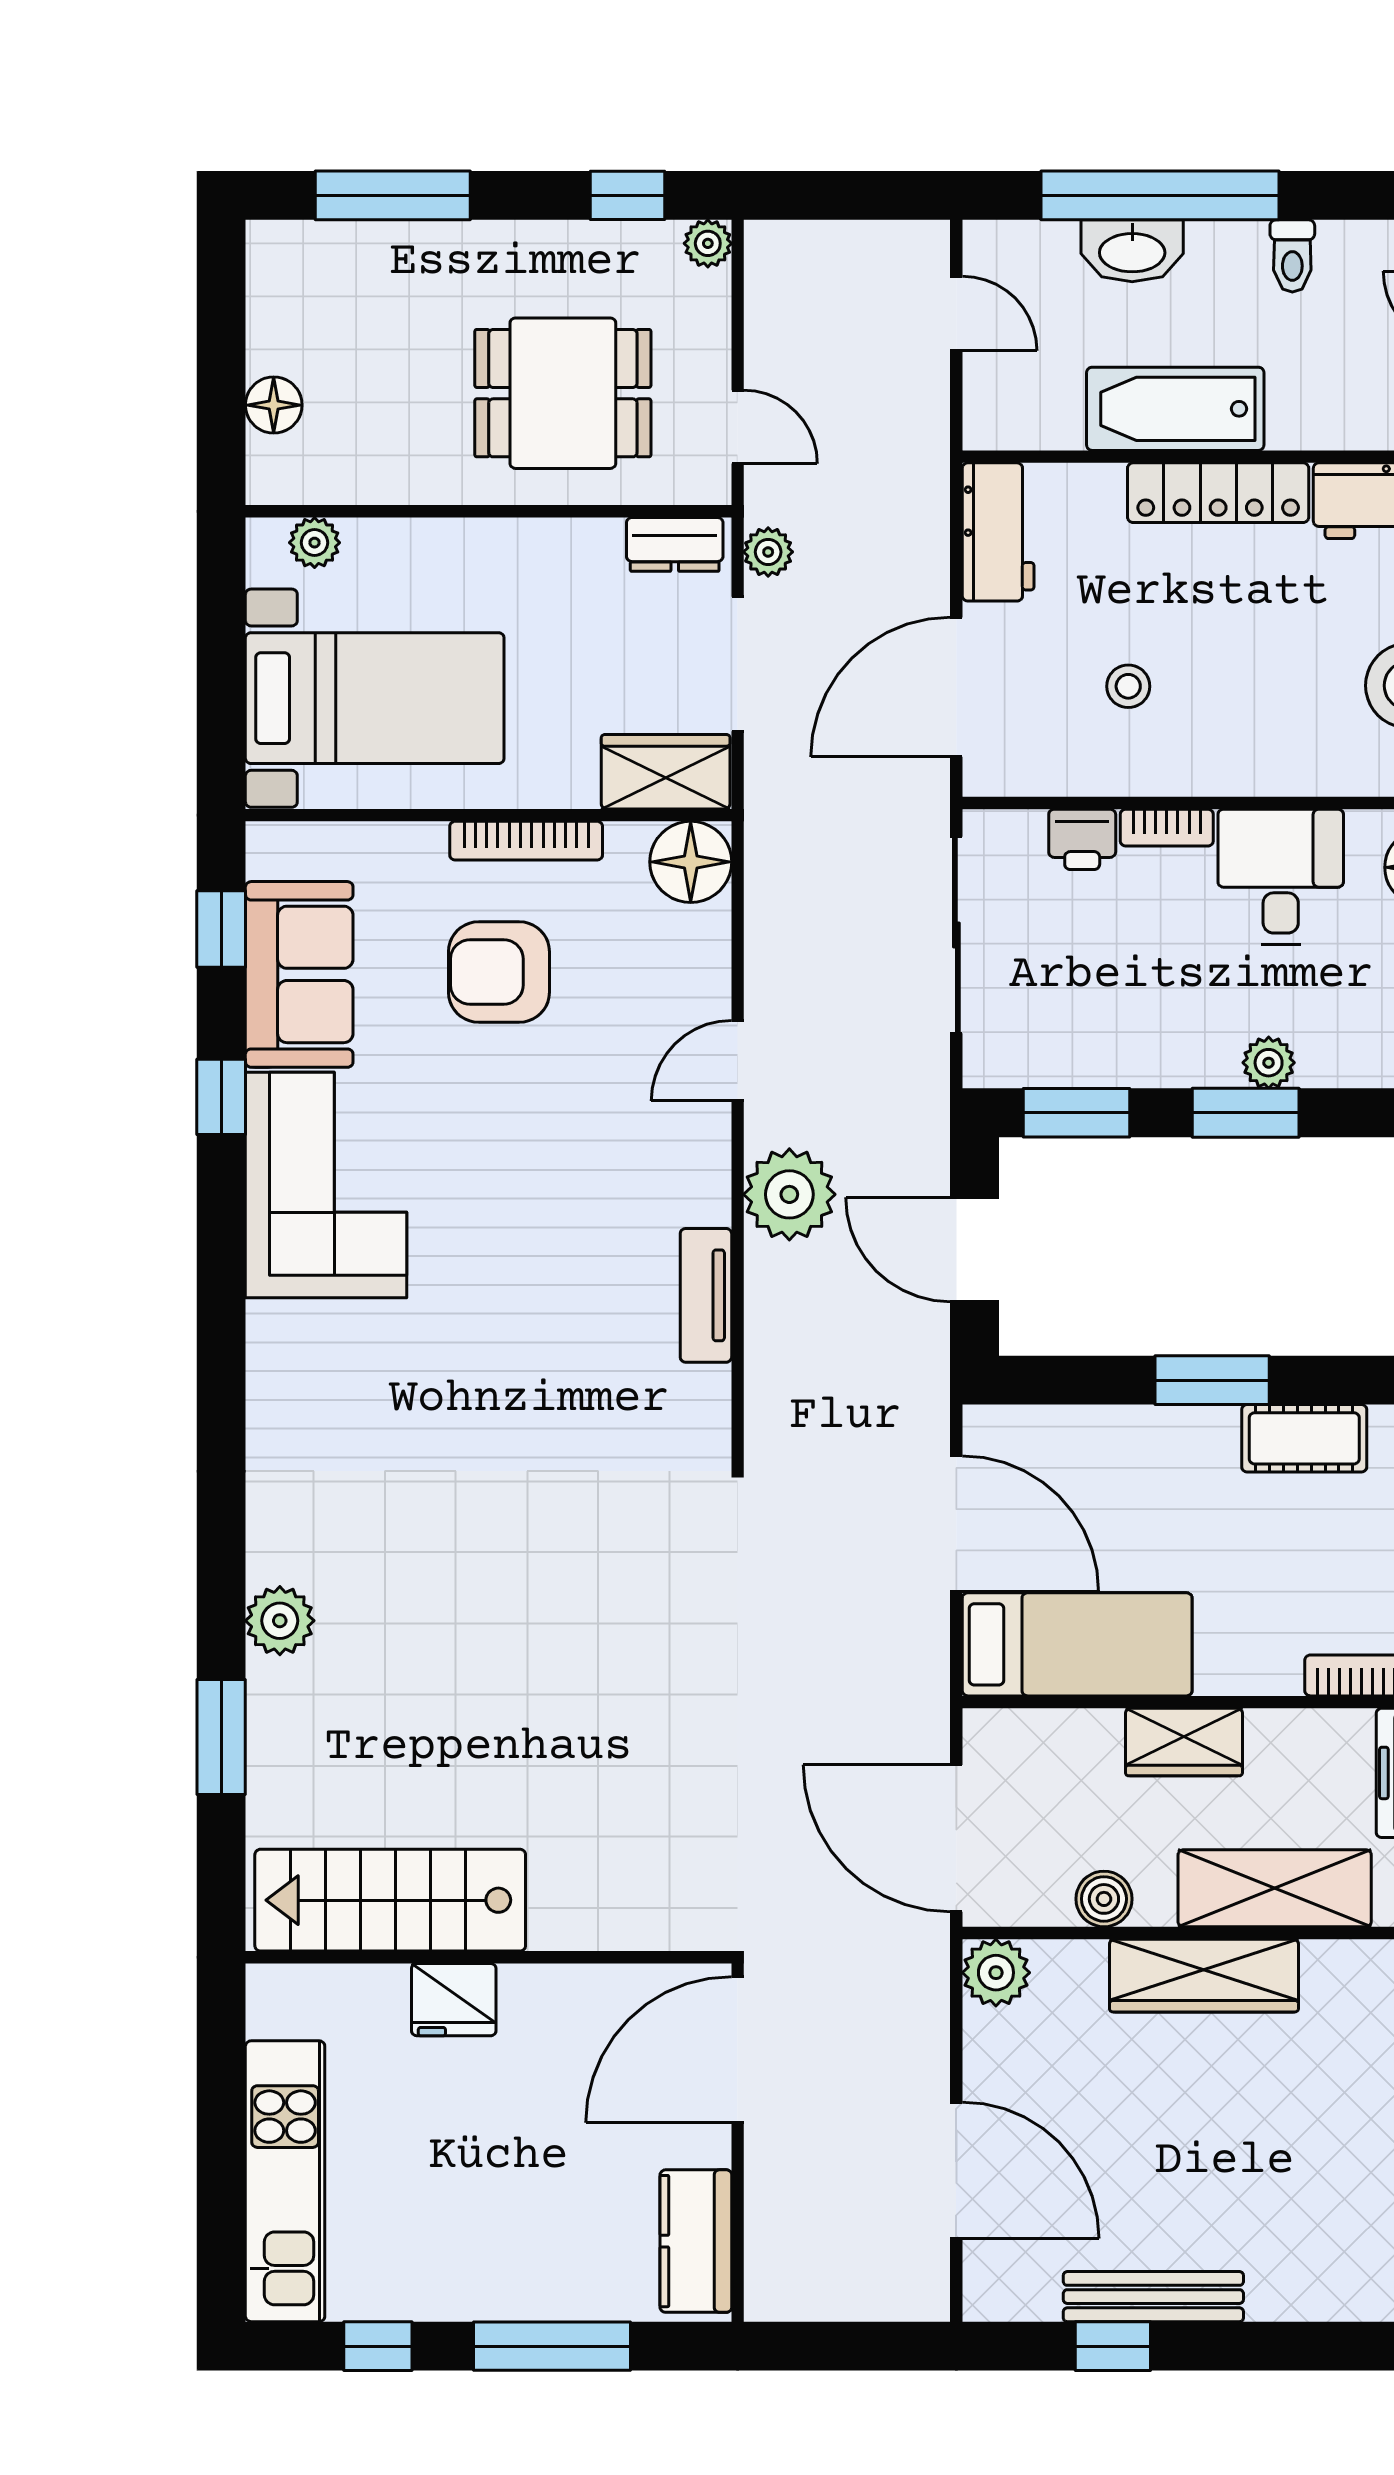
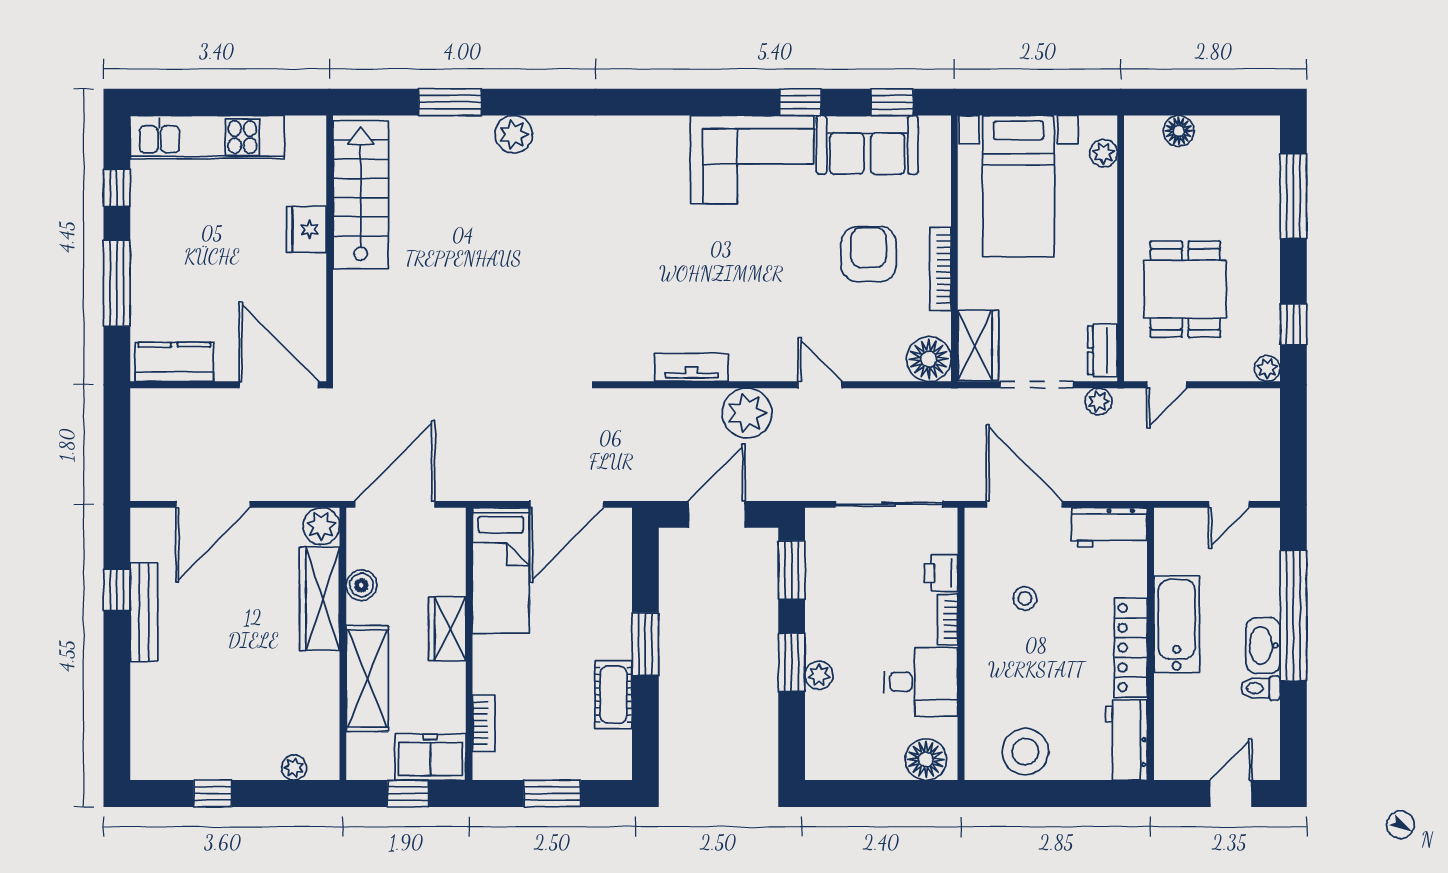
washbasin: (1132, 251) -> (1263, 645), moved
wardrobe: (1204, 1976) -> (320, 599), moved

